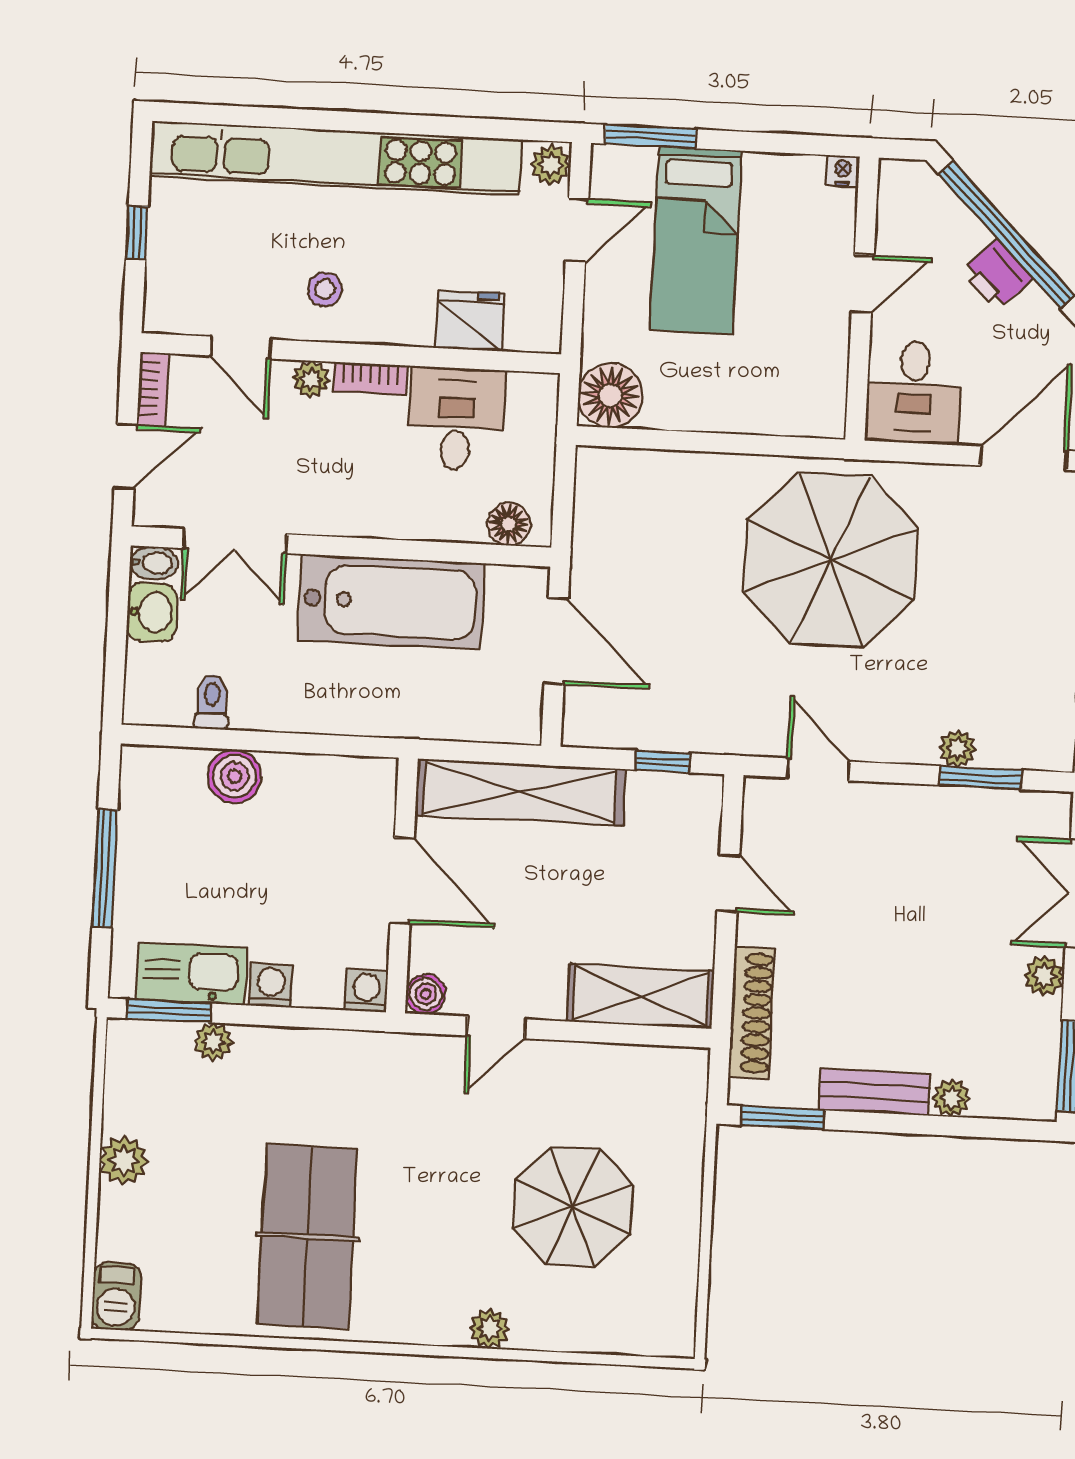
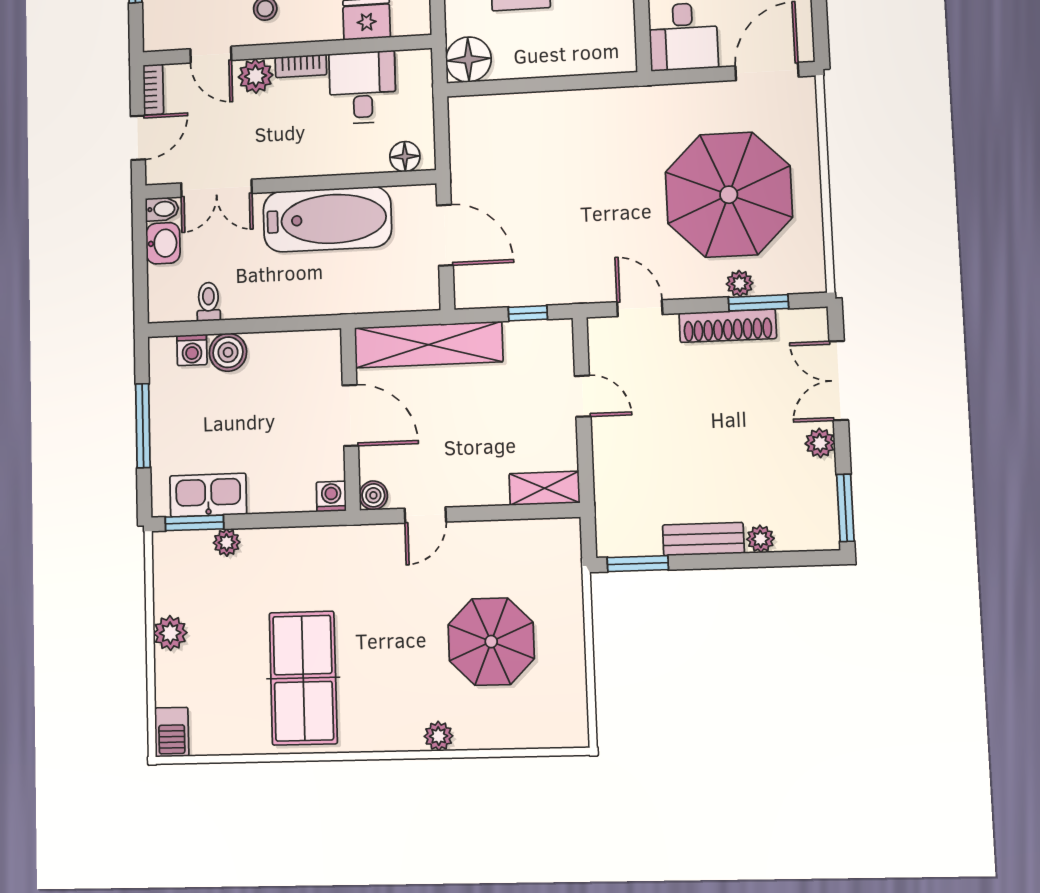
plant: (311, 379) -> (256, 76), width x1.38, depth x1.38
parasol: (831, 560) -> (729, 195), moved
washing machine: (271, 985) -> (192, 350), moved, turned 180
shelving: (641, 996) -> (544, 488), width x0.67, depth x0.75
shoe rack: (752, 1013) -> (728, 326), moved, turned 90

